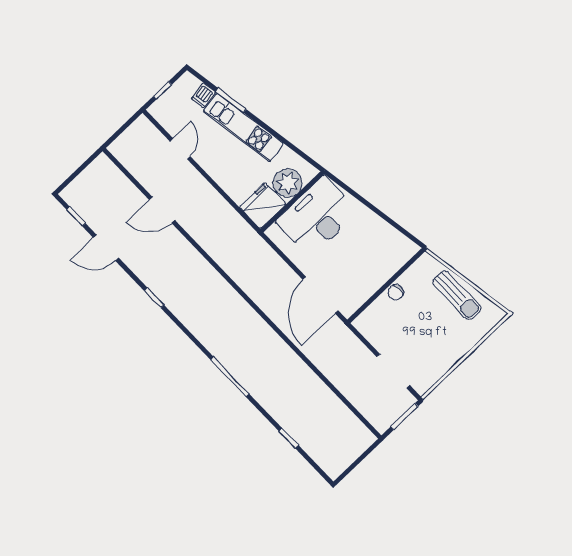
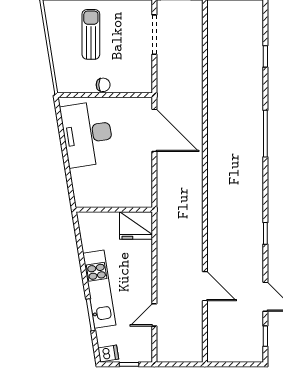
dishwasher: (203, 95) -> (108, 353), moved
plant: (288, 183) -> (105, 225), removed
desk: (317, 216) -> (87, 134), moved, turned 81
door: (320, 295) -> (154, 130), hinge flipped
sun lounger: (457, 295) -> (91, 34), moved

